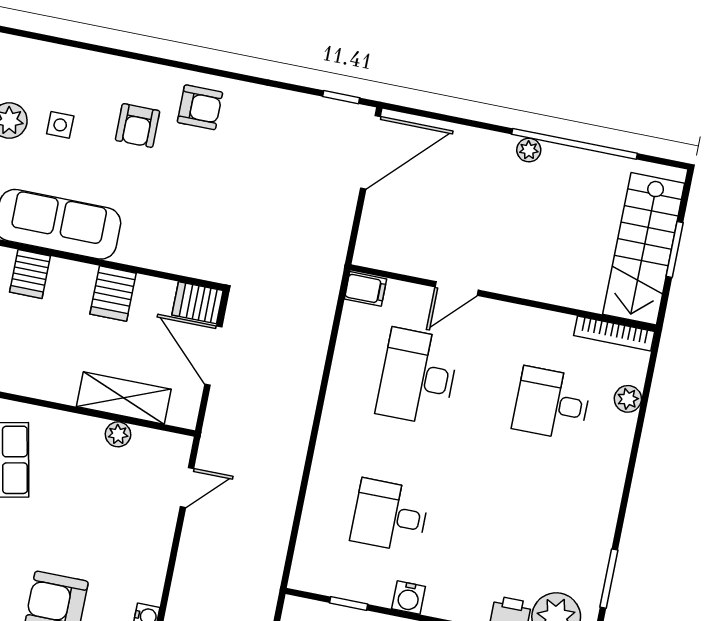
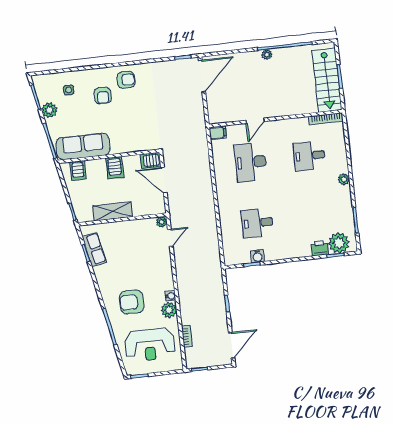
side table: (60, 125) -> (69, 90), moved
shelving: (124, 398) -> (113, 211), moved
plant: (628, 399) -> (344, 179), moved
plant: (118, 434) -> (162, 222), moved
water cooler: (409, 598) -> (257, 256), moved

